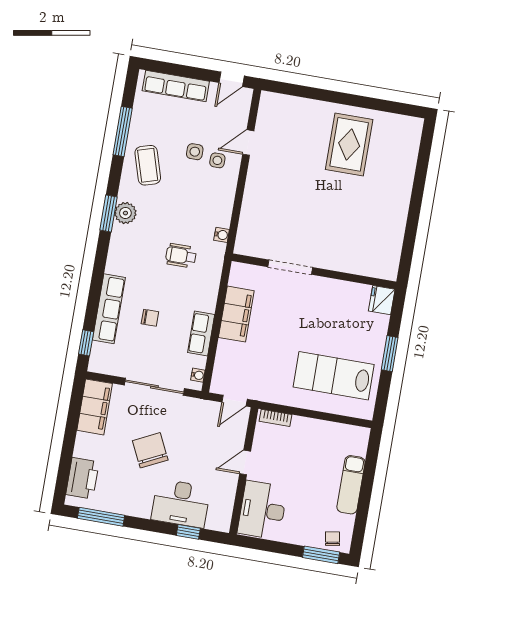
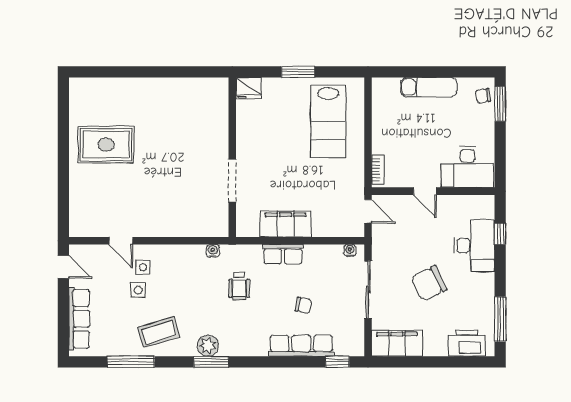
chair: (150, 318) -> (303, 305), turned 102
row of seats: (201, 334) -> (283, 254), moved

